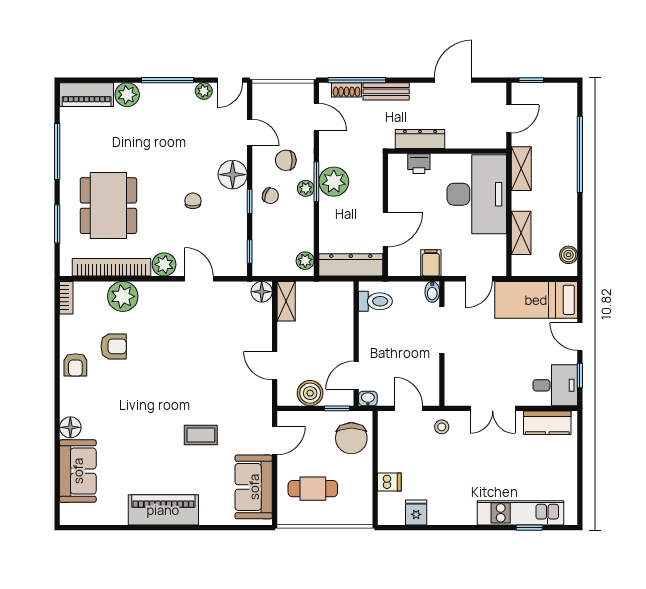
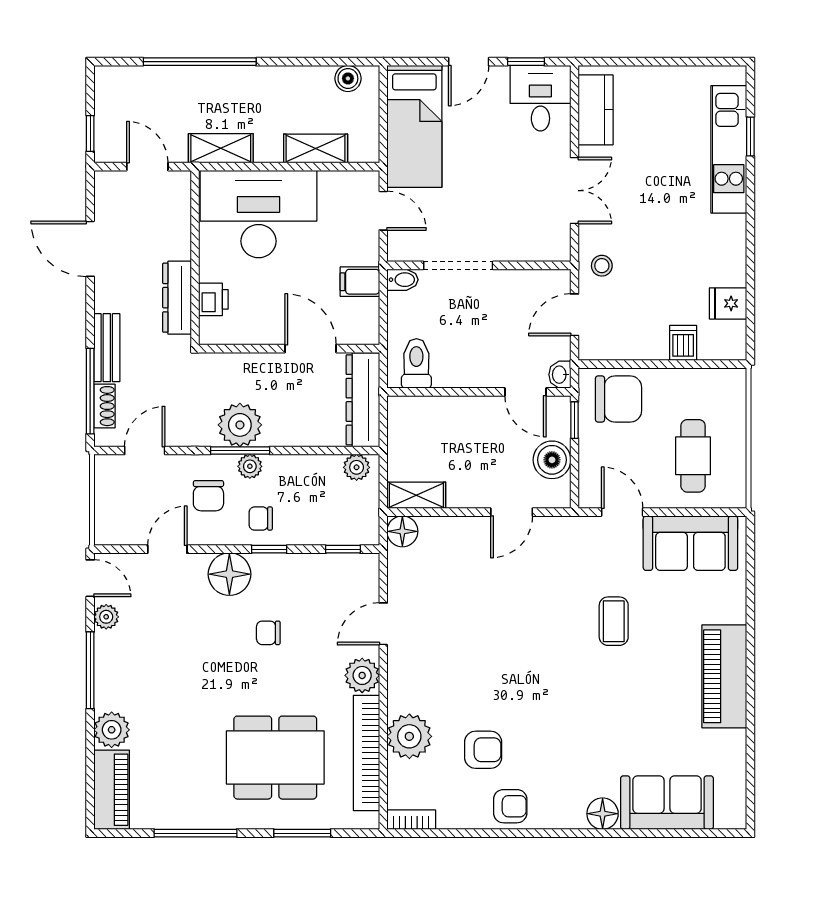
chair: (270, 196) -> (261, 519), turned -112
armchair: (114, 346) -> (483, 750), turned 90

